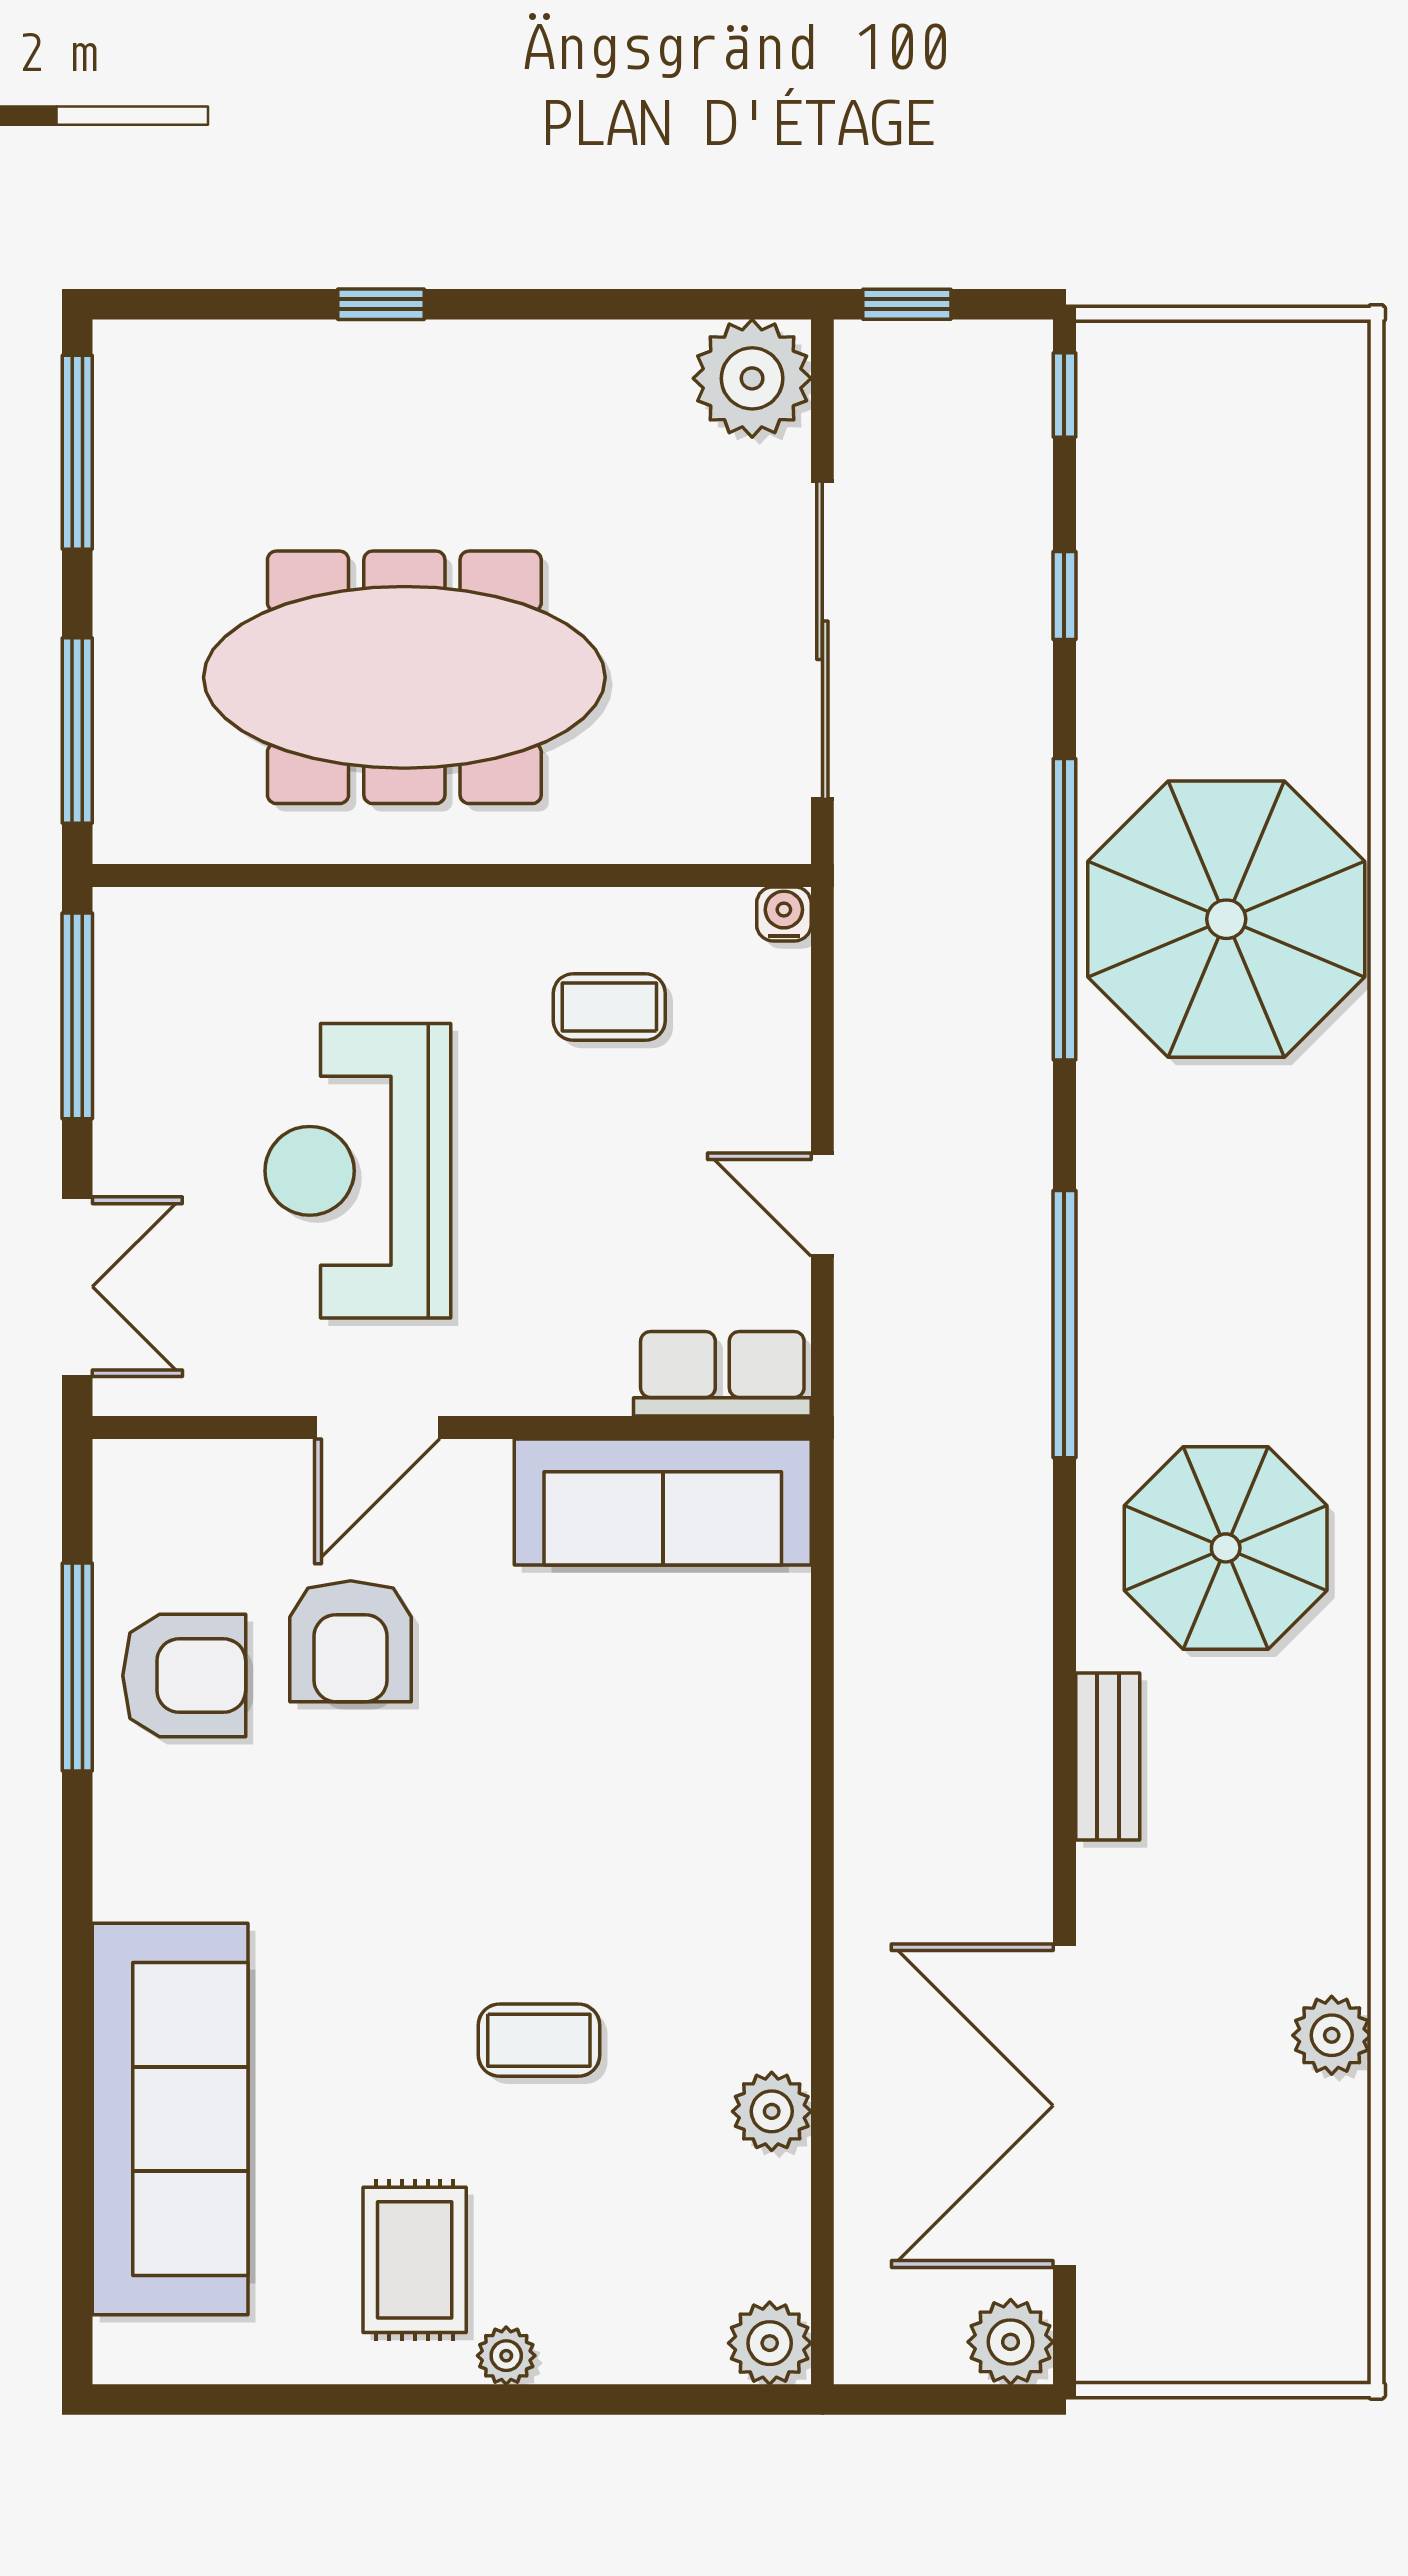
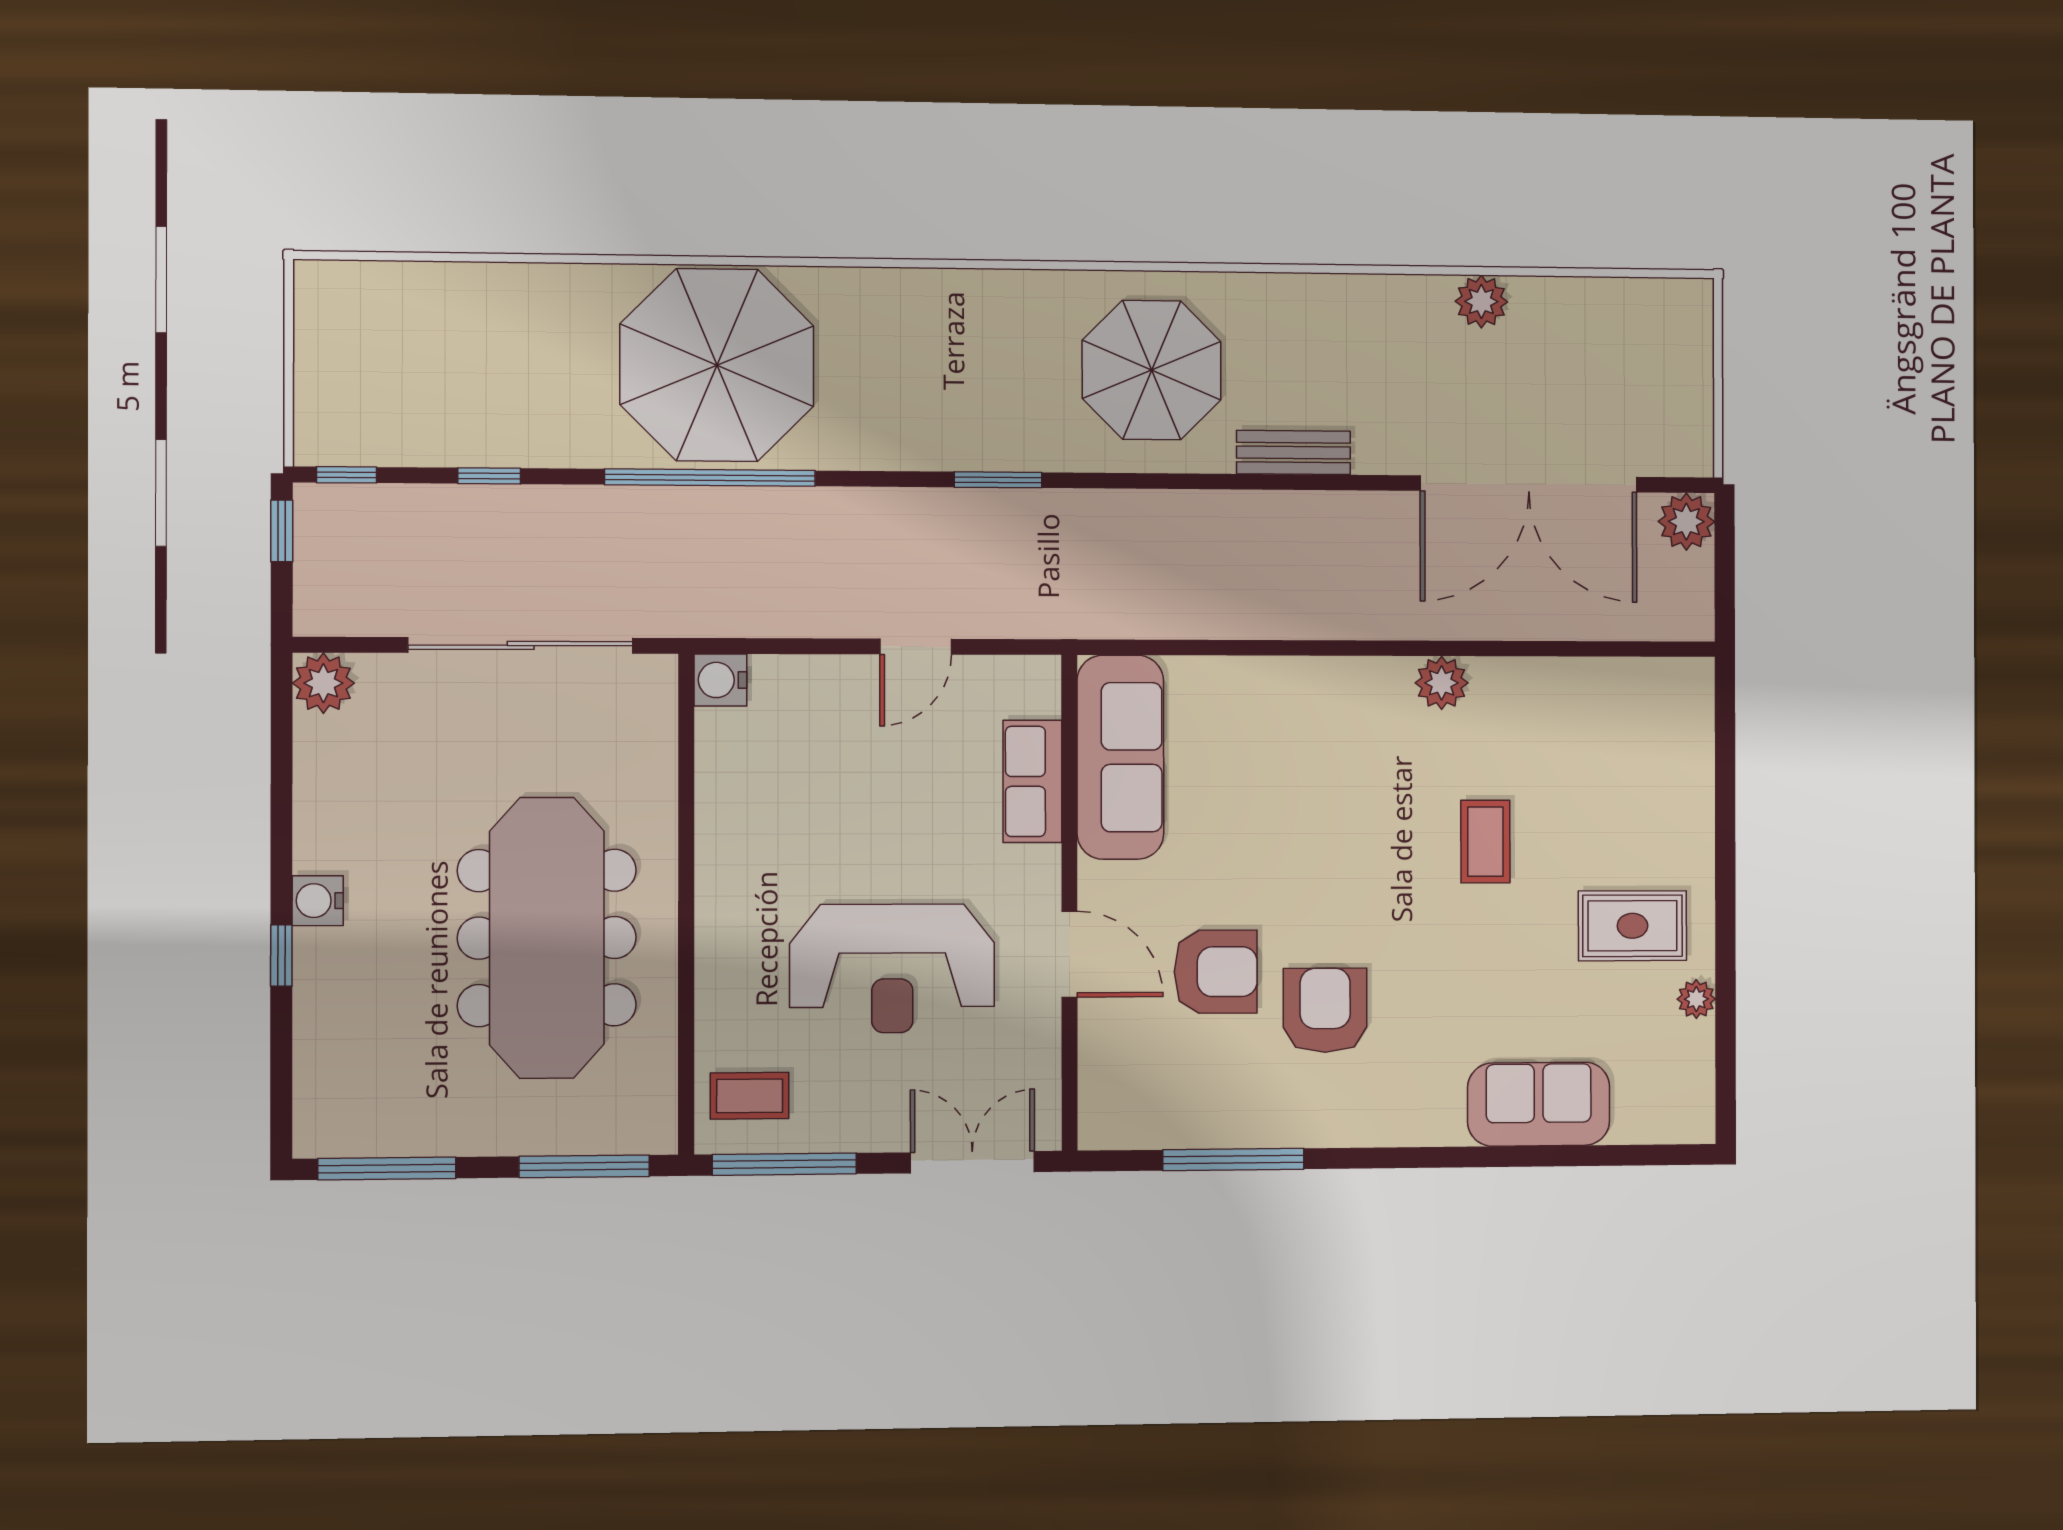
window: (907, 304) -> (282, 531), moved
water cooler: (459, 355) -> (318, 901), added
plant: (752, 378) -> (323, 683), width x0.73, depth x0.73
water cooler: (784, 914) -> (720, 680), width x1.38, depth x1.38
coffee table: (609, 1007) -> (750, 1096), moved, turned 90
window: (1064, 1324) -> (998, 480), width x0.47
row of seats: (722, 1374) -> (1032, 781), moved
armchair: (184, 1676) -> (1325, 1010), moved
plant: (772, 2111) -> (1442, 683), moved
sofa: (170, 2119) -> (1539, 1104), width x0.54, depth x0.79
plant: (770, 2343) -> (1687, 685), removed
plant: (506, 2356) -> (1696, 999), moved

